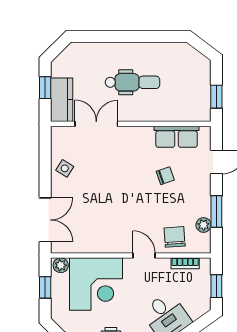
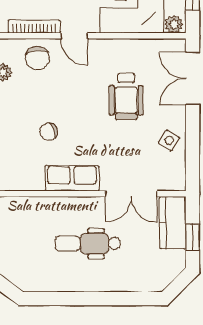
row of seats: (177, 137) -> (72, 178), moved
wheelchair: (101, 205) -> (126, 97), added
bookcase: (185, 263) -> (34, 27), width x1.56

